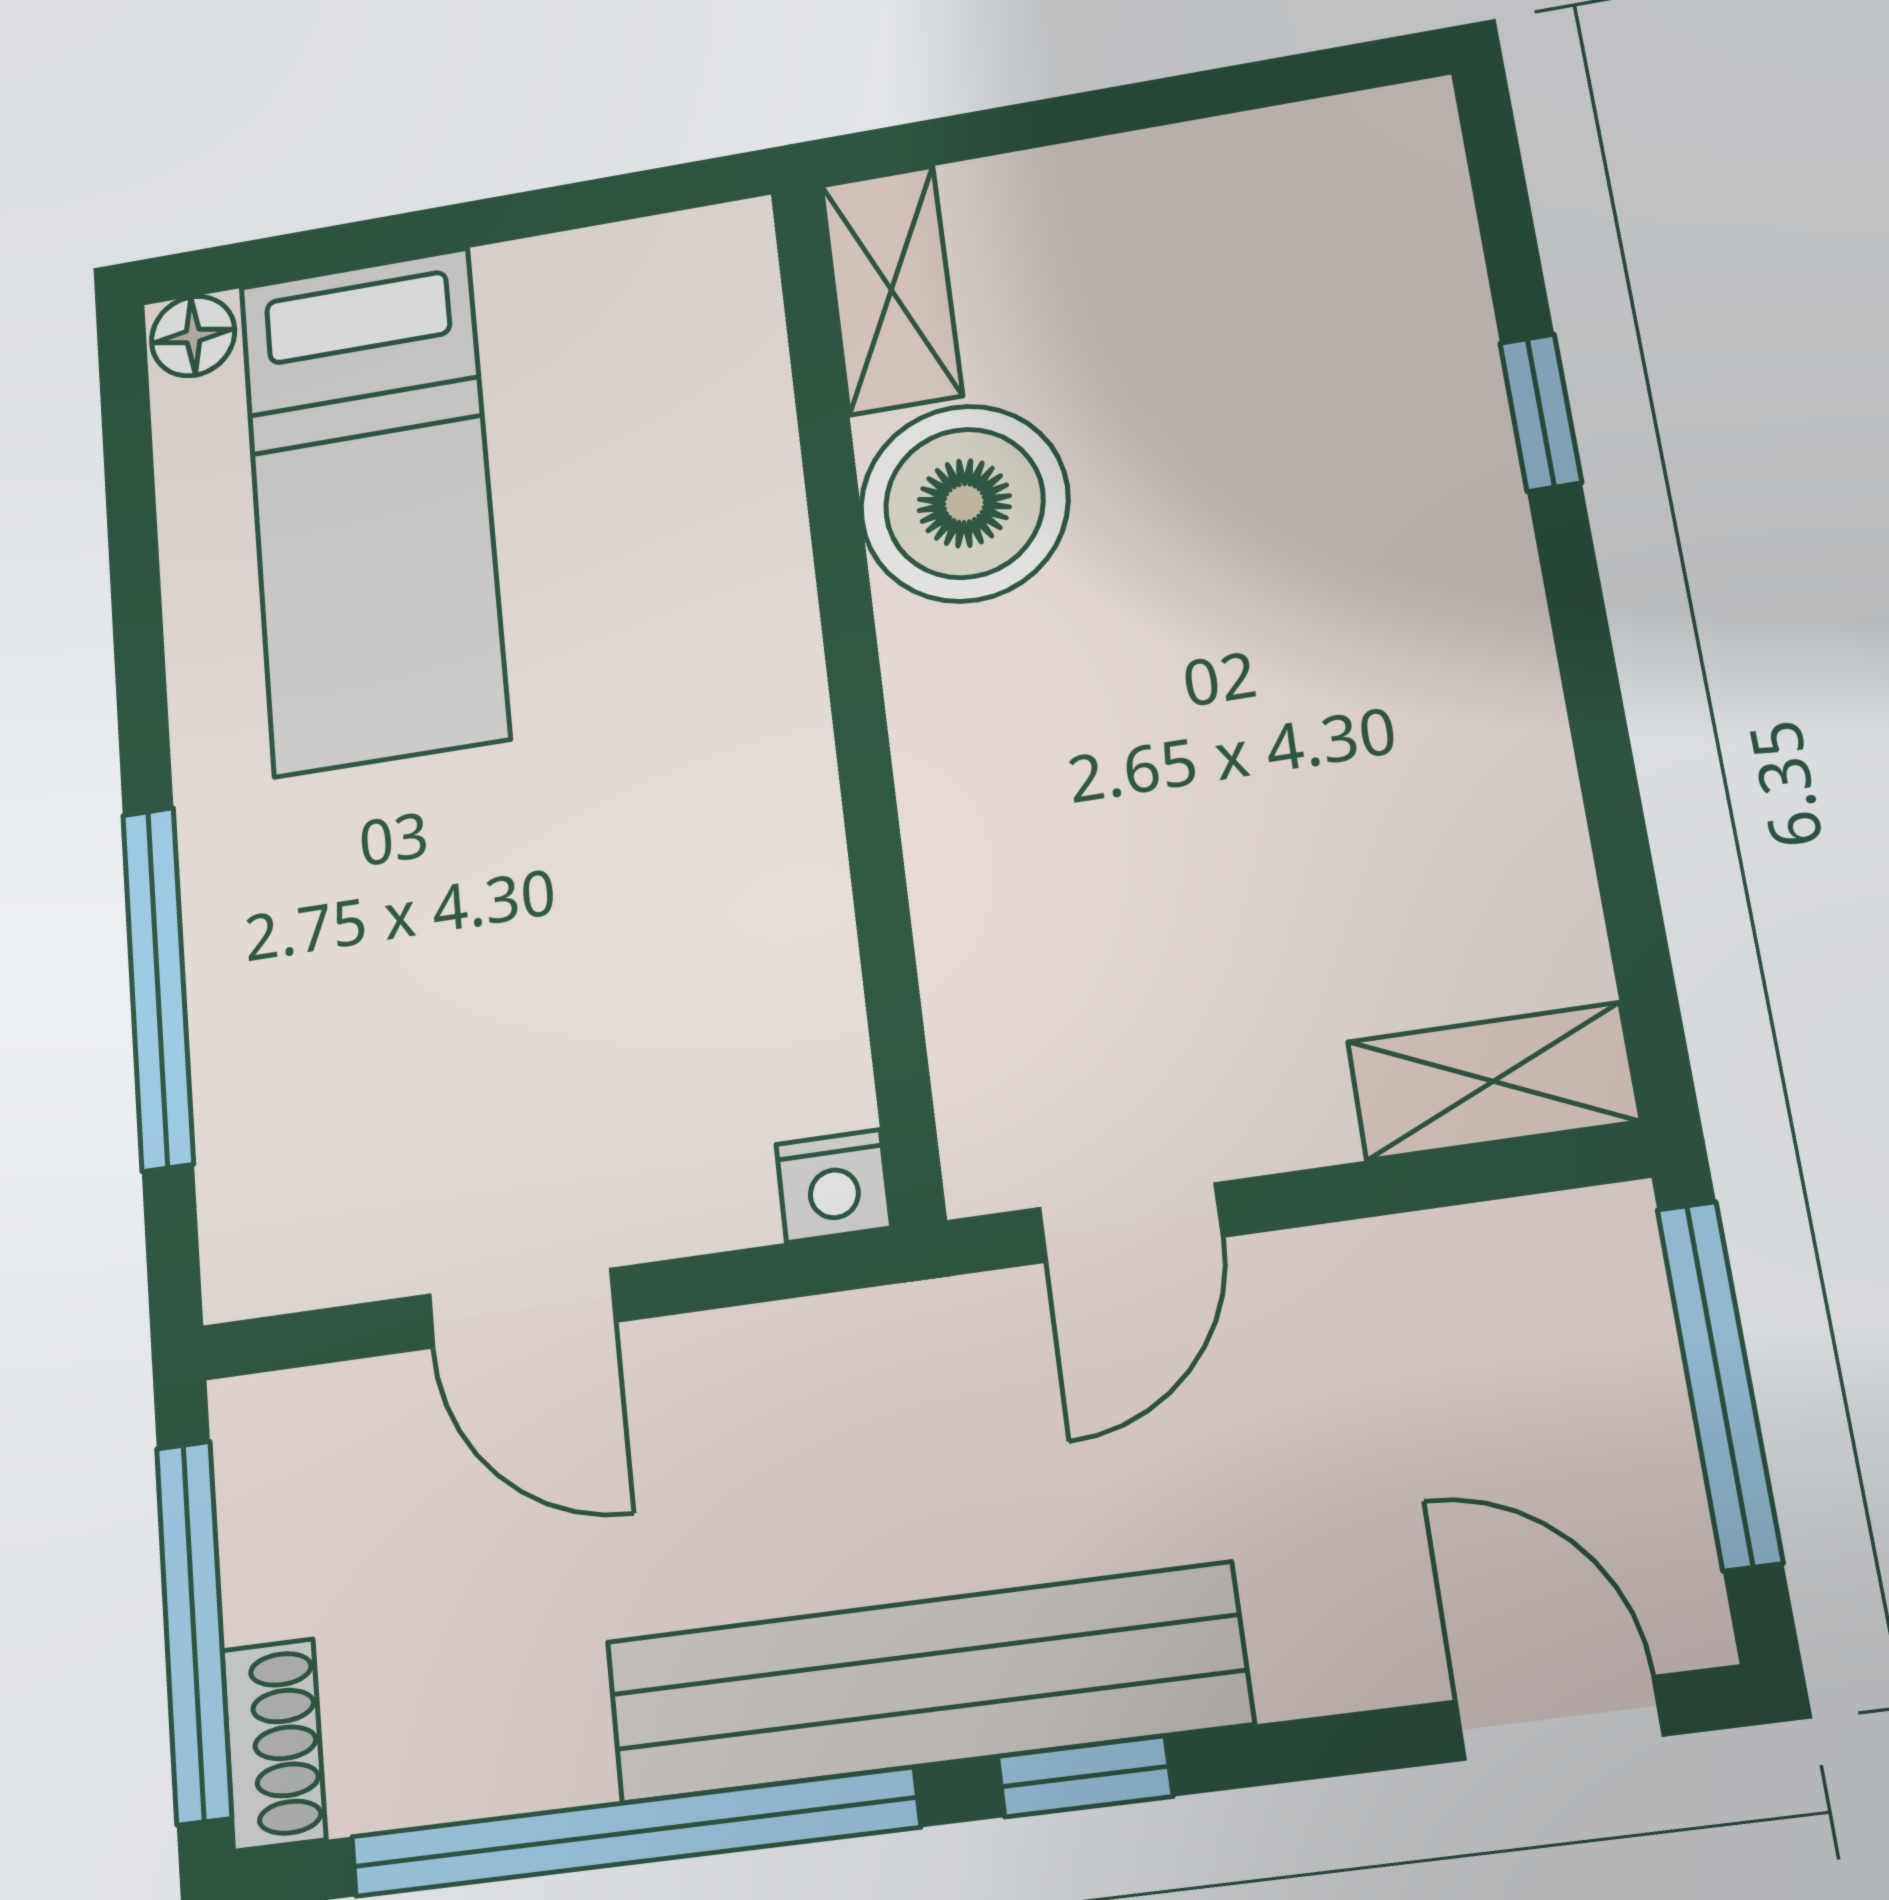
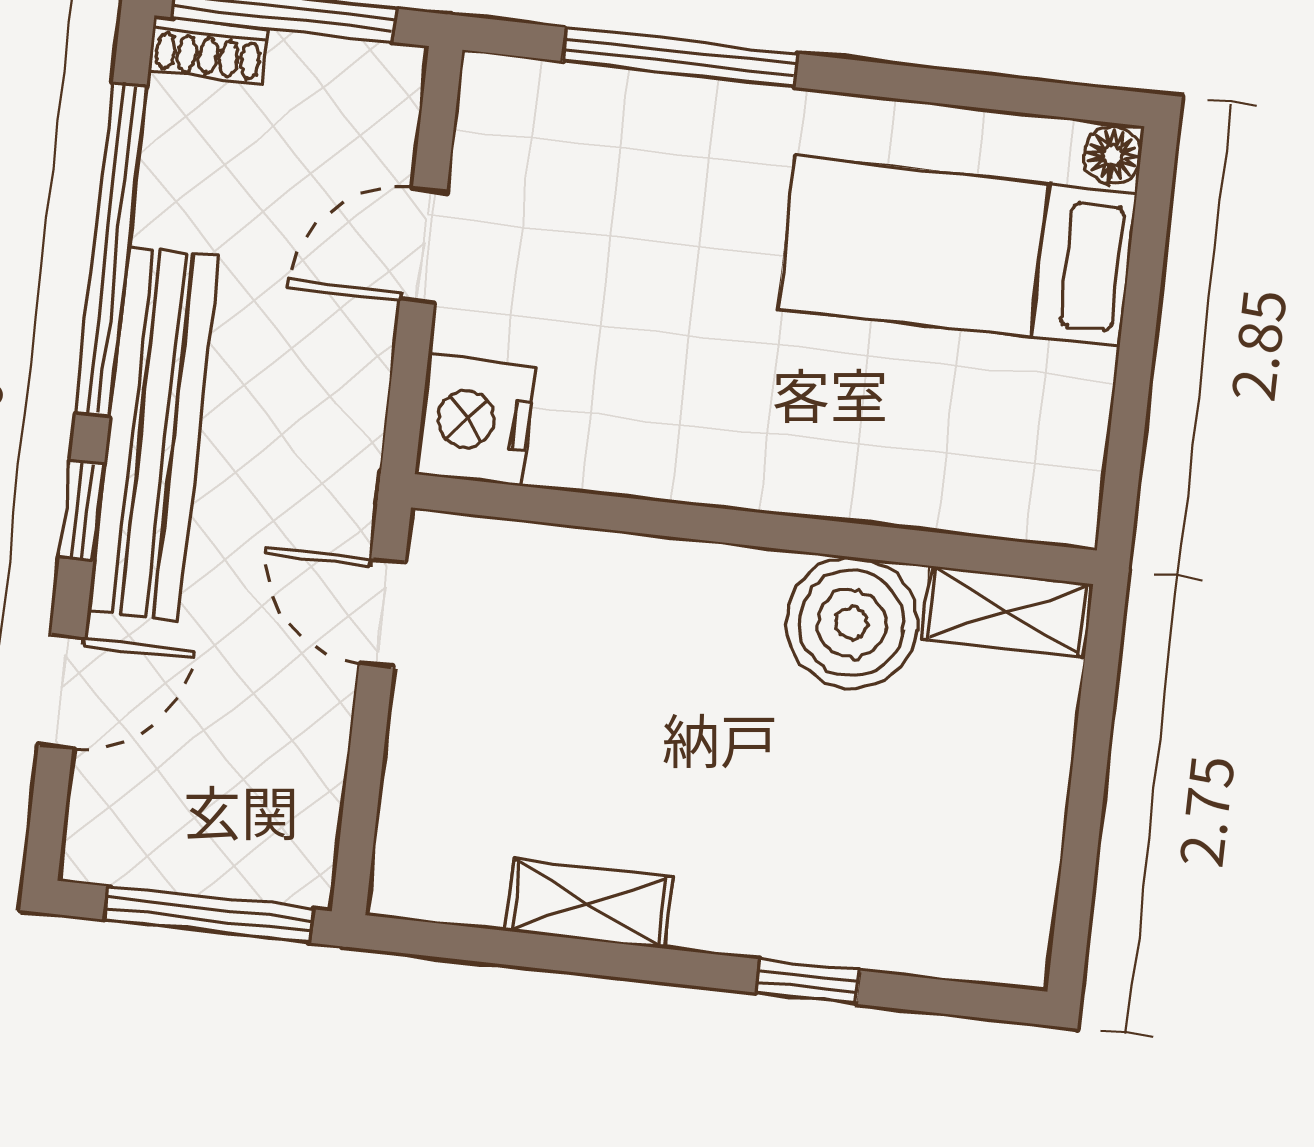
shelving: (1493, 1081) -> (589, 904), moved, turned 90
nightstand: (834, 1186) -> (475, 420), width x1.89, depth x1.79
door: (1559, 1718) -> (62, 692), moved

